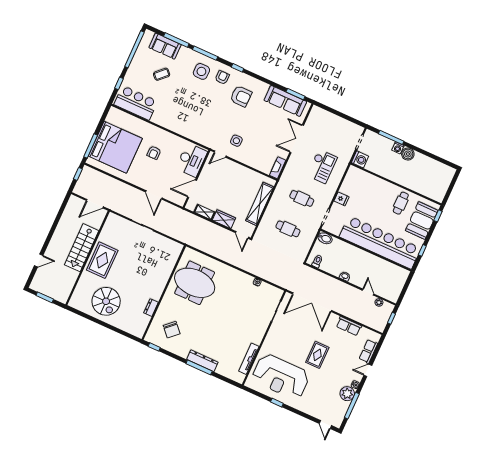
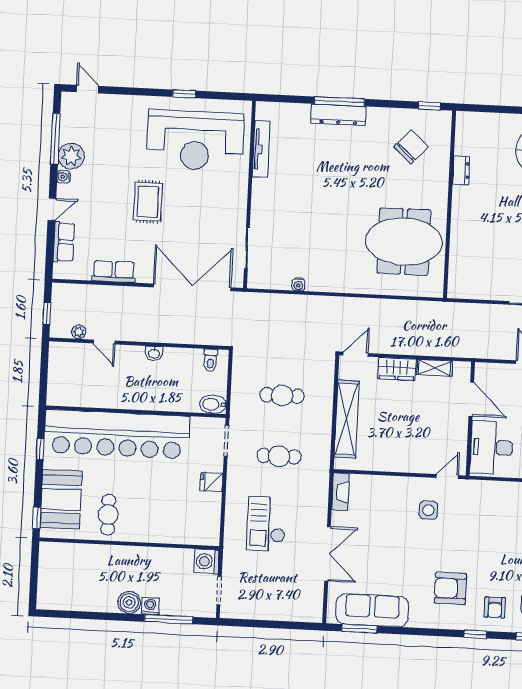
door: (192, 189) -> (471, 399), hinge flipped
door: (242, 235) -> (356, 354), hinge flipped
chair: (172, 330) -> (411, 147), turned 85
reception desk: (281, 377) -> (195, 140), turned 180

